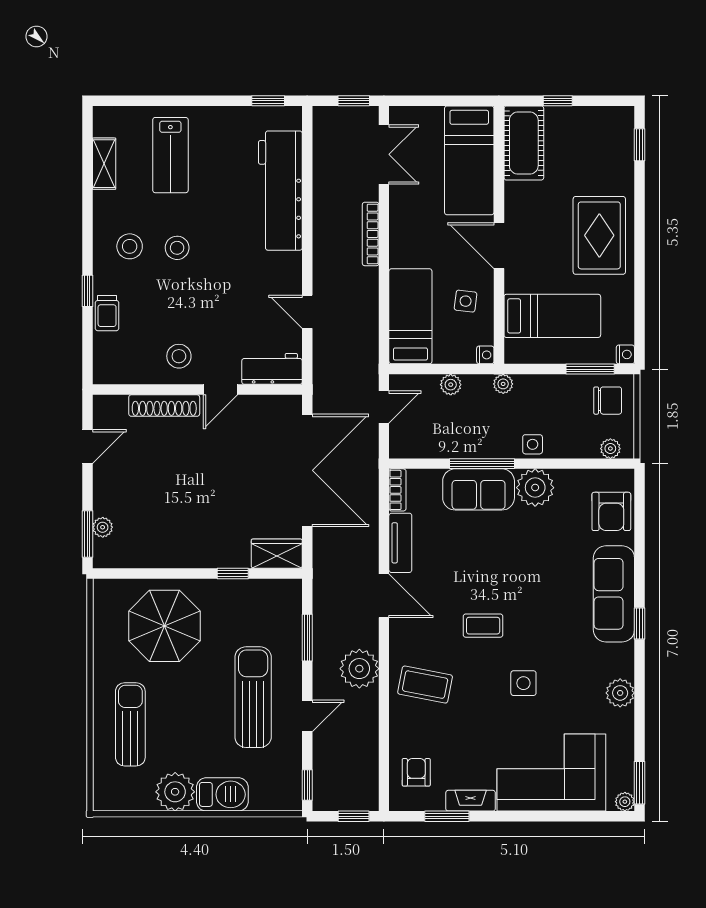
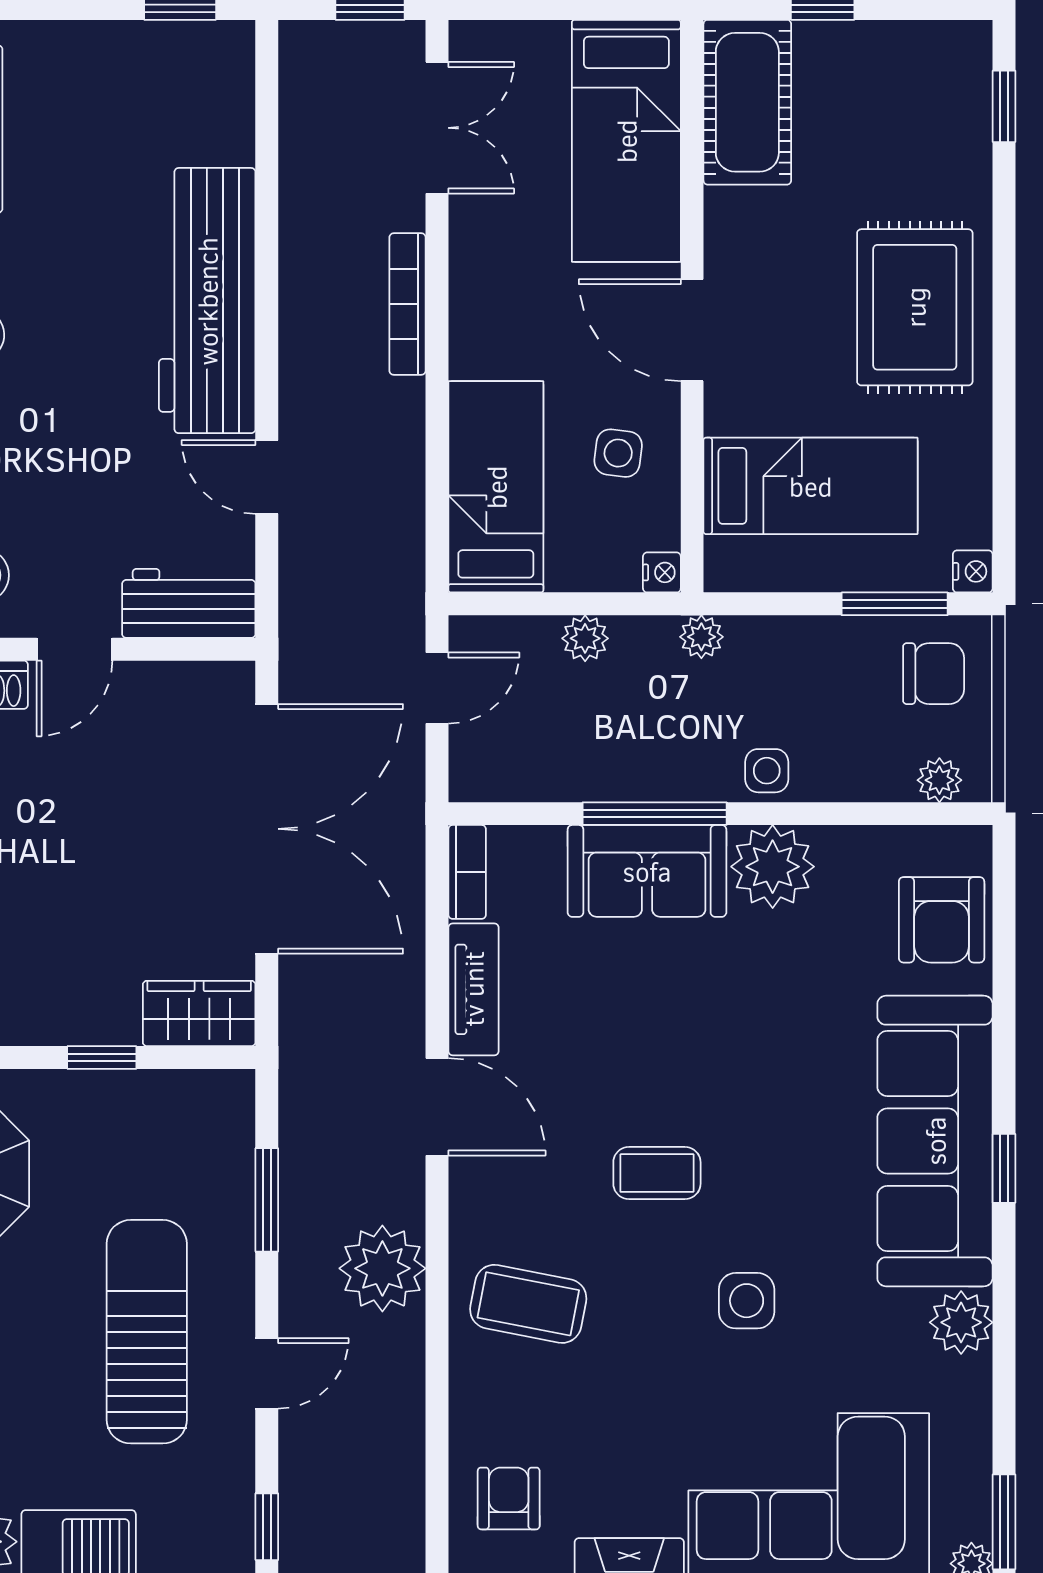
workbench: (280, 191) -> (207, 301), moved
sofa: (614, 594) -> (935, 1141), width x1.36, depth x1.27

